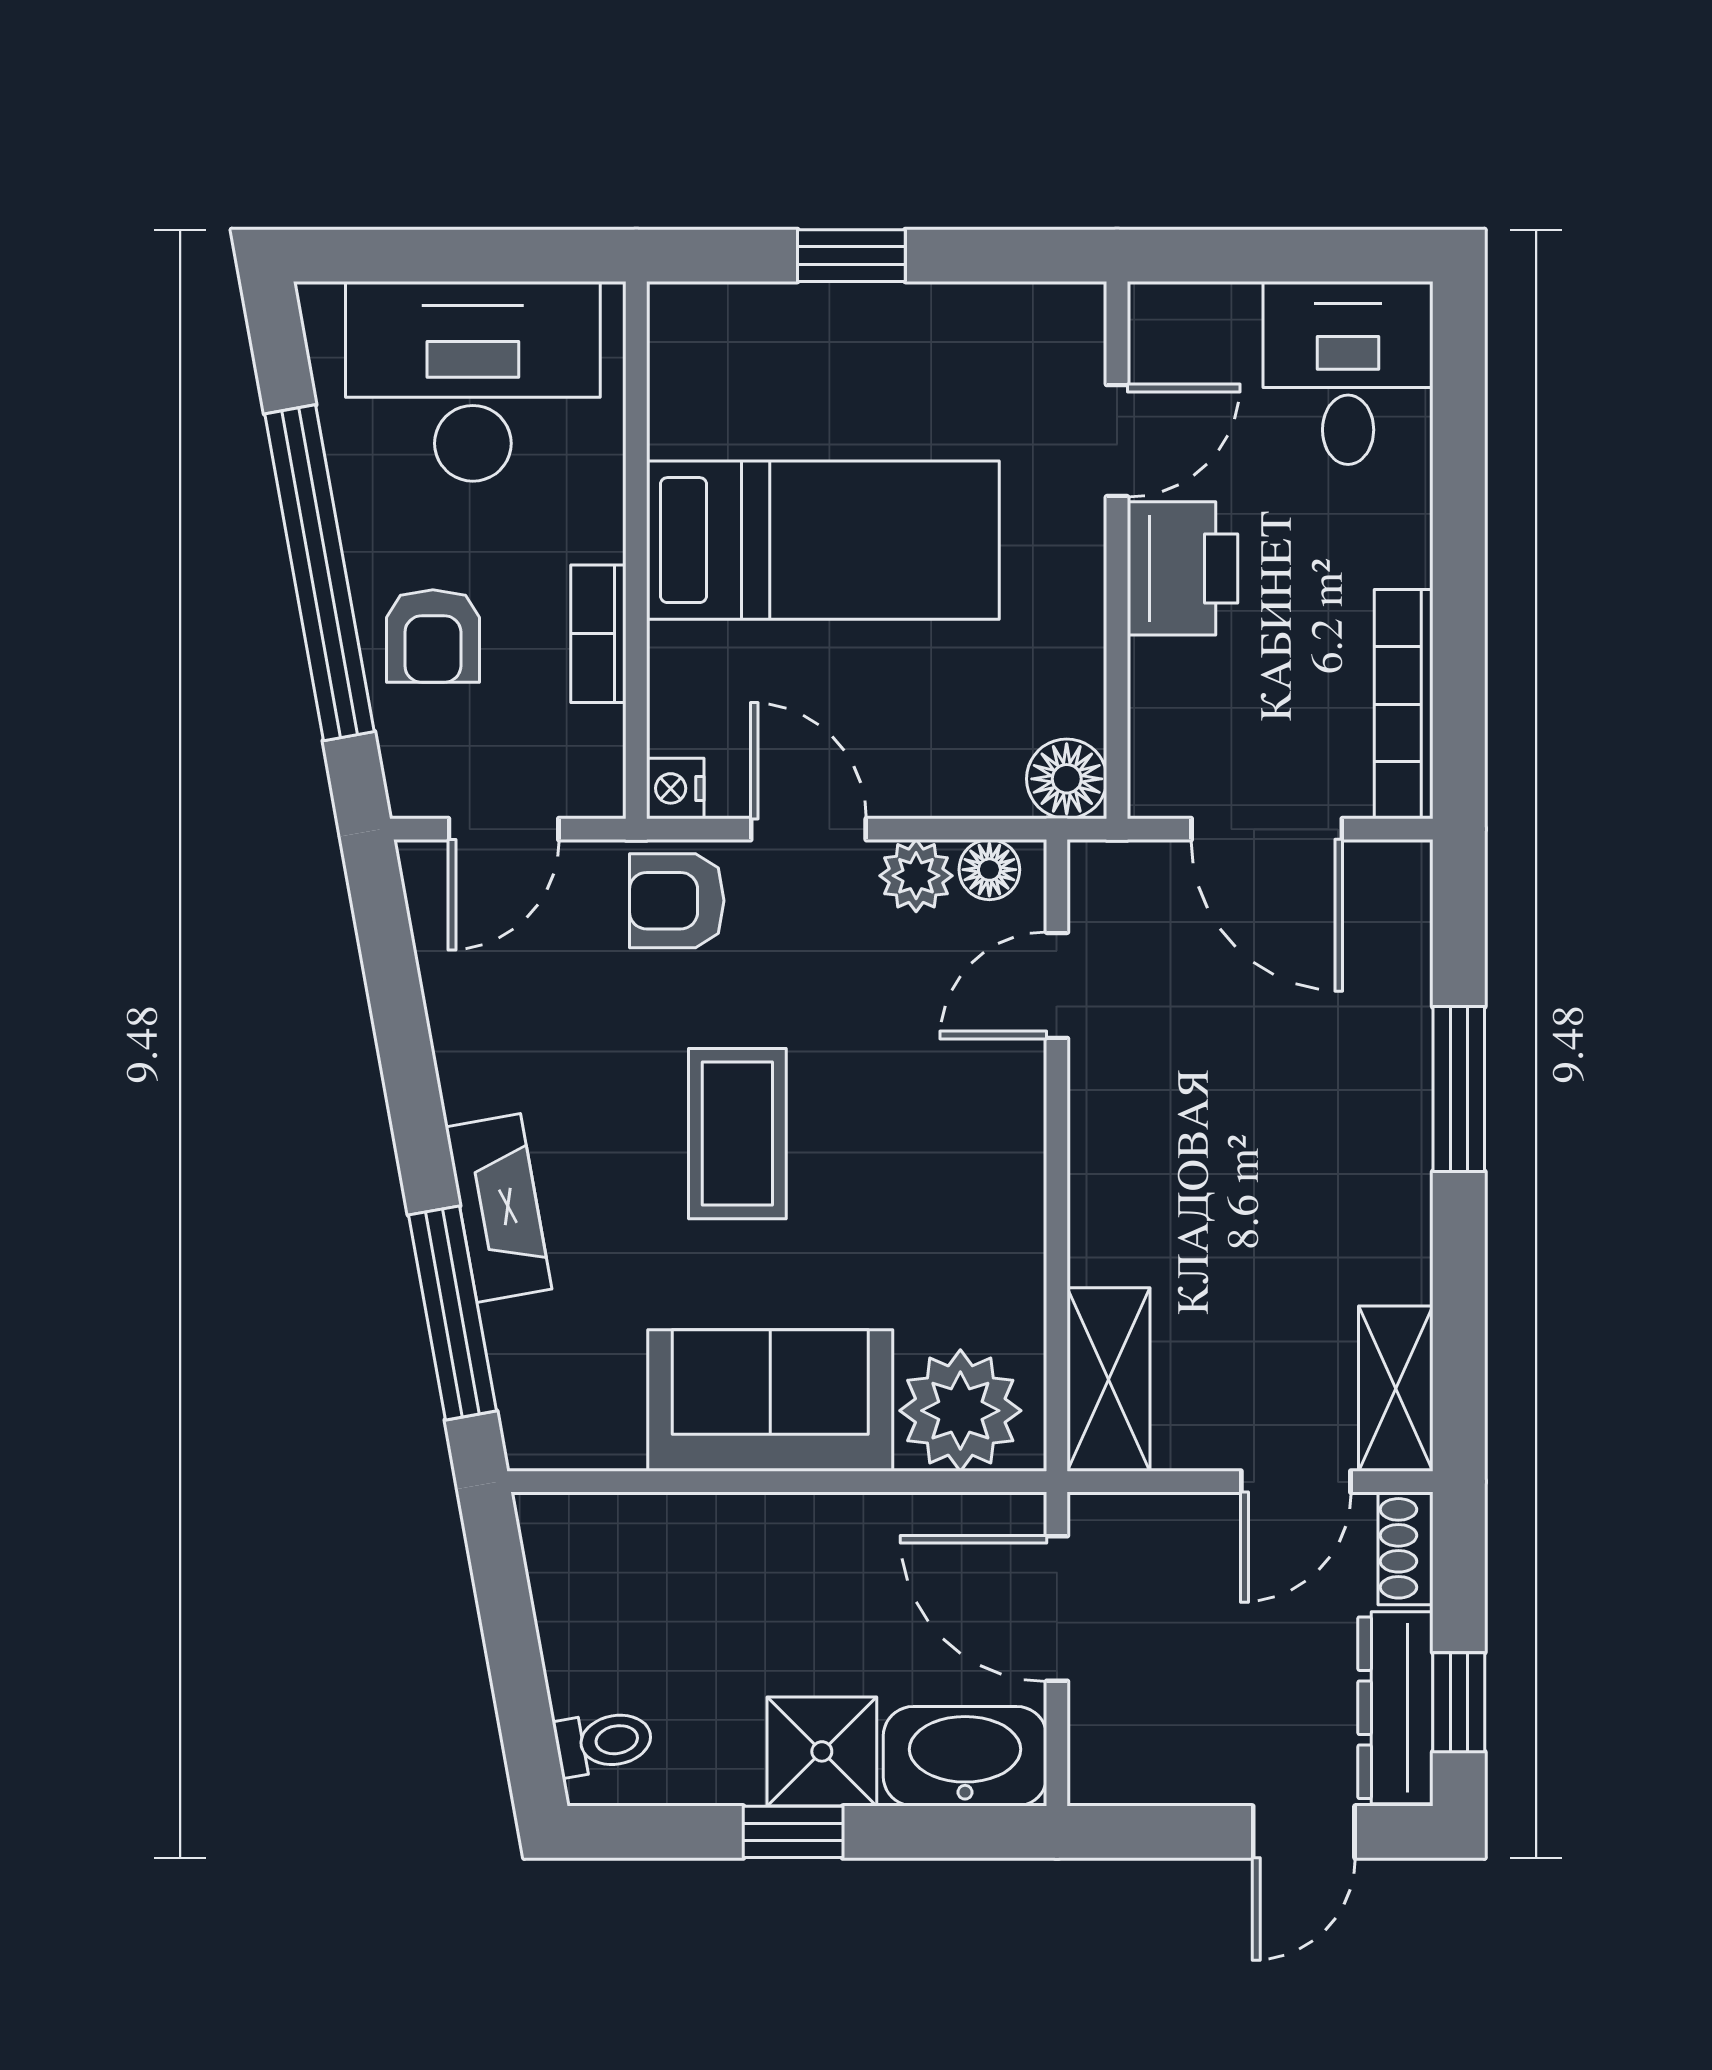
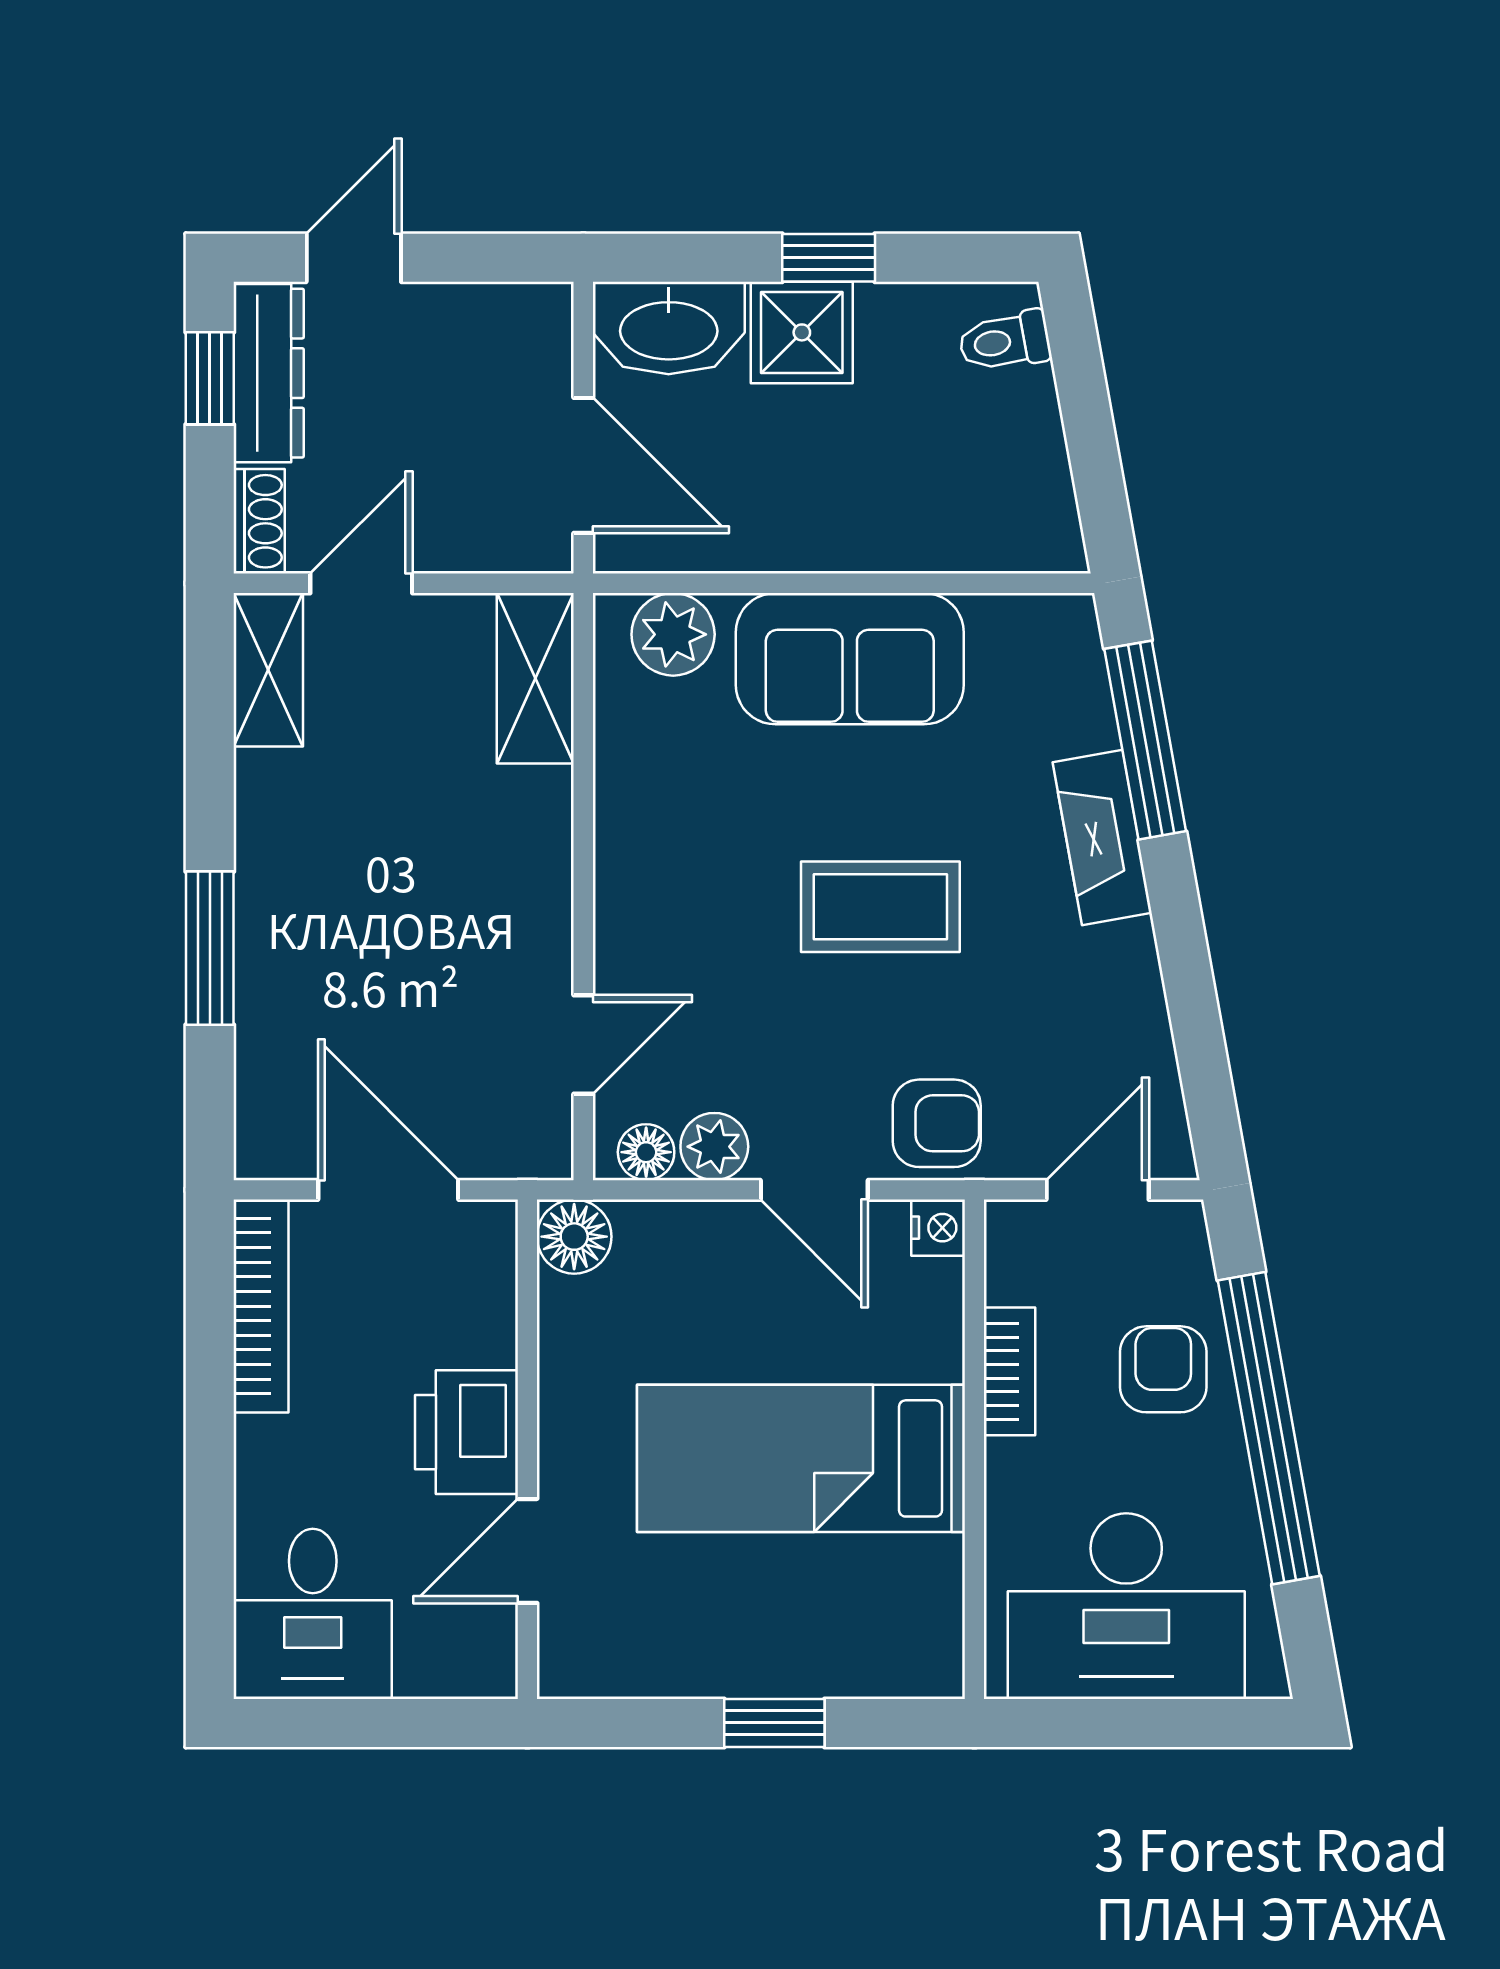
coffee table: (737, 1134) -> (880, 907), turned 90
plant: (960, 1411) -> (673, 634), width x0.73, depth x0.73

